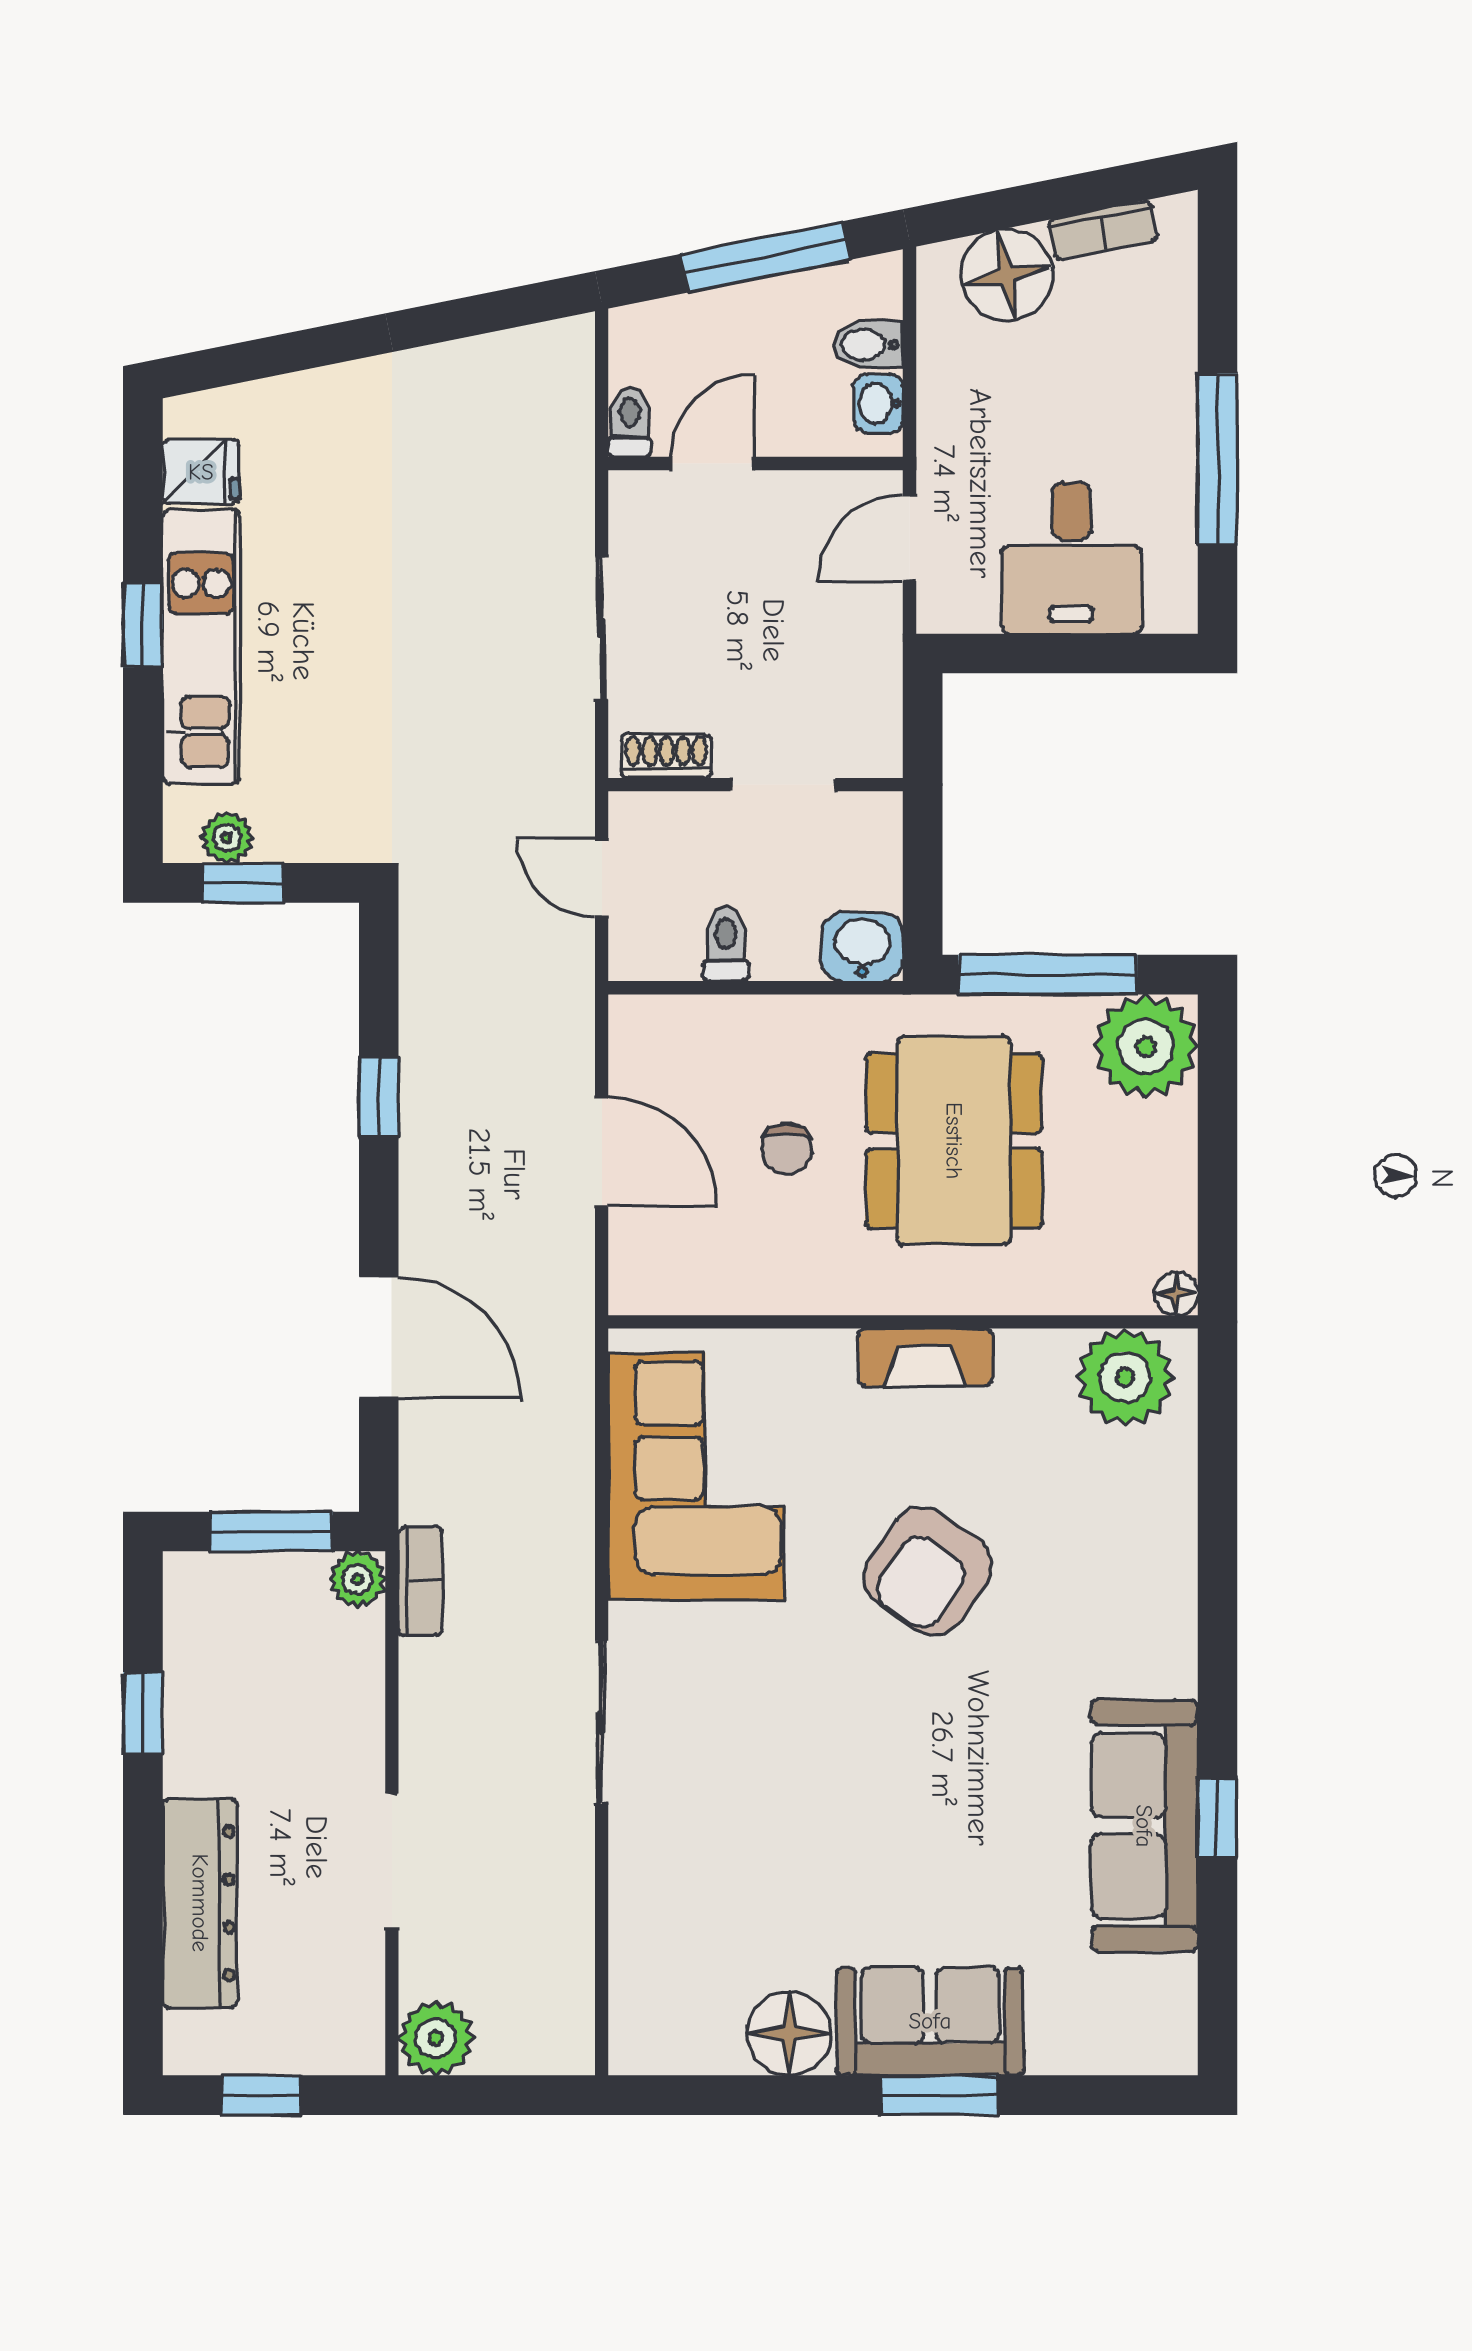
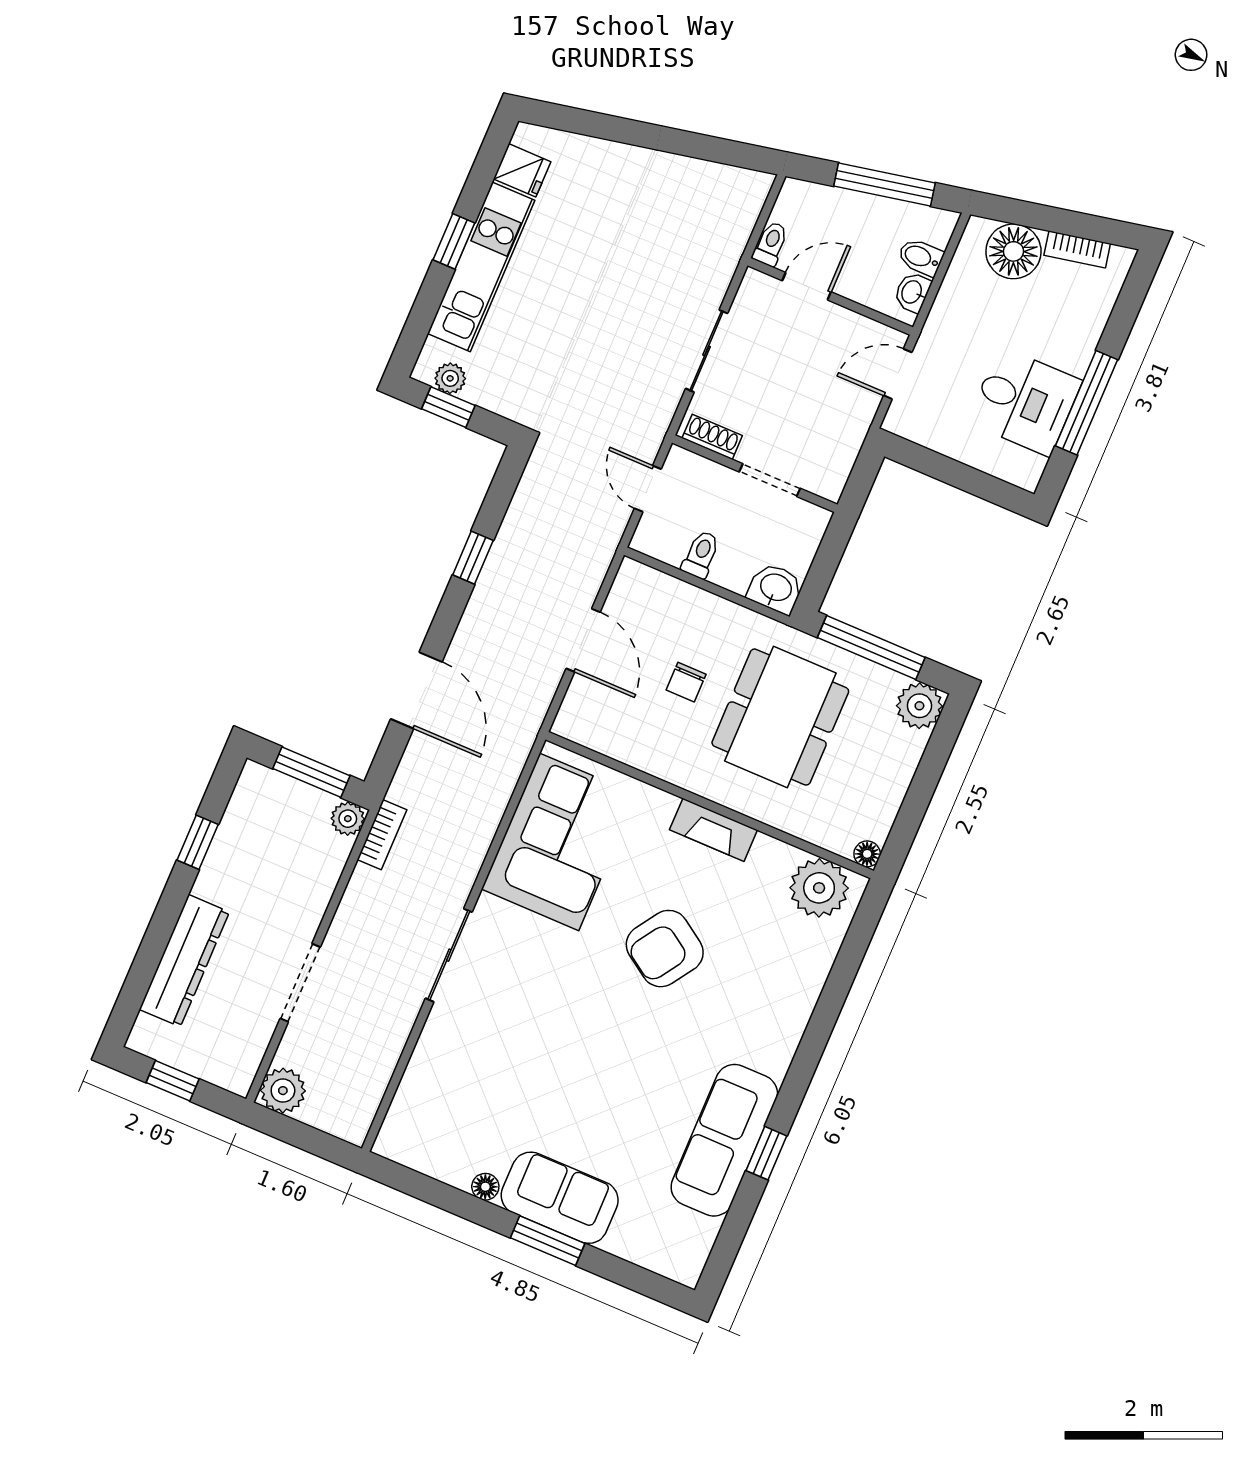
desk: (1071, 558) -> (1025, 401), moved, turned -90
plant: (1146, 1046) -> (919, 706), width x0.73, depth x0.73
floor lamp: (789, 2033) -> (485, 1187), width x0.53, depth x0.53

